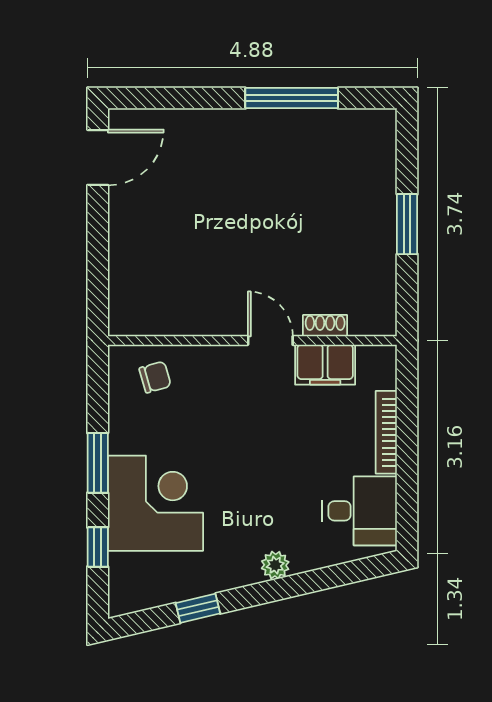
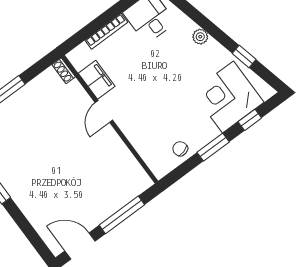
window: (98, 254) -> (122, 215), added
shoe rack: (325, 326) -> (64, 71), moved
chair: (155, 377) -> (180, 149), moved
corner desk: (156, 503) -> (228, 97), moved

